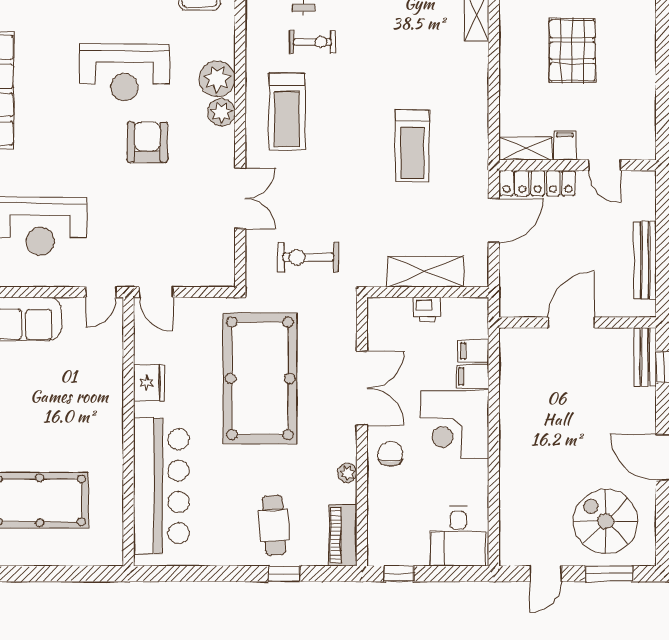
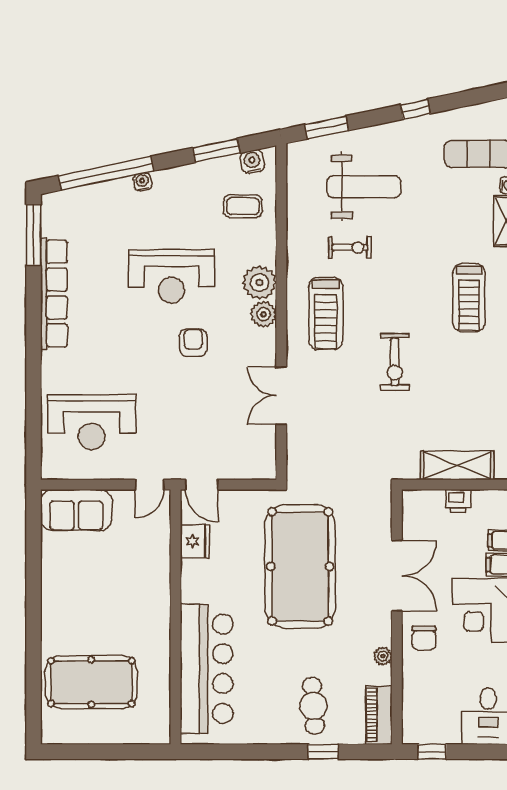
armchair: (147, 142) -> (193, 343), width x0.72, depth x0.72
treadmill: (412, 146) -> (469, 298), moved
double door: (240, 198) -> (281, 396), swing flipped
exercise bike: (308, 257) -> (395, 362), moved, turned -90
fridge: (149, 383) -> (195, 541), moved
chair: (391, 454) -> (424, 638), turned 180

